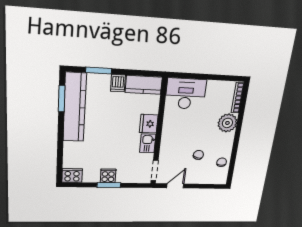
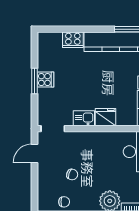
cooker: (72, 175) -> (73, 40), moved, turned 90
door: (175, 186) -> (34, 153), swing flipped

